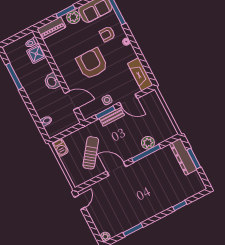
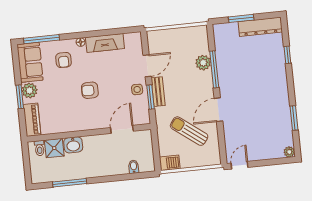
armchair: (92, 64) -> (90, 90), width x0.53, depth x0.53
fireplace: (140, 74) -> (105, 43), moved
washbasin: (52, 82) -> (73, 145), moved
dresser: (183, 157) -> (260, 27), moved
door: (80, 202) -> (240, 165), hinge flipped

